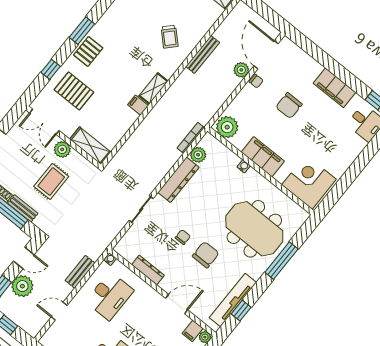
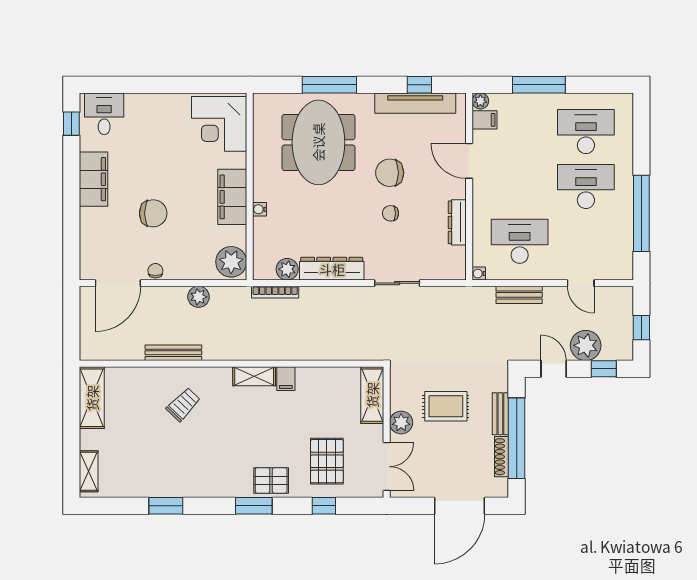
plant: (241, 70) -> (198, 297), moved

